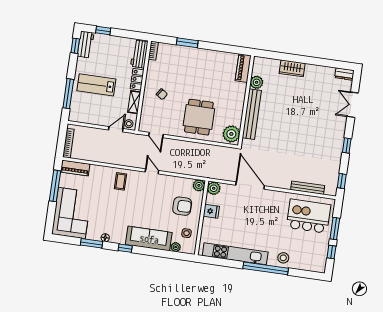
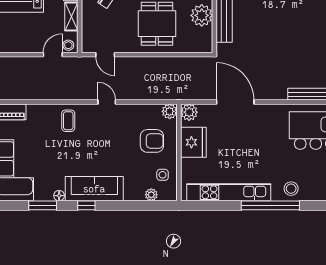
plant: (231, 134) -> (202, 15), moved
fridge: (211, 211) -> (193, 142), width x1.88, depth x1.34
sofa: (149, 239) -> (94, 189), moved

